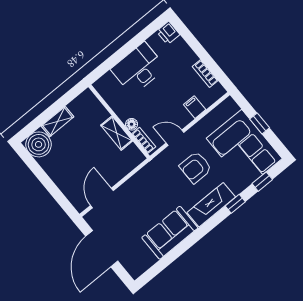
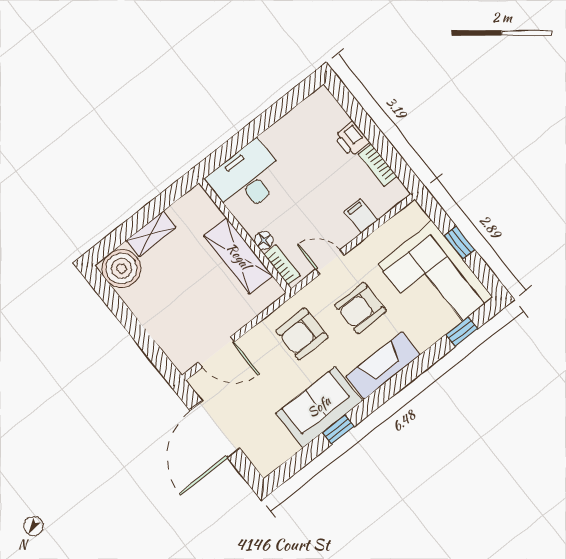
printer: (168, 33) -> (352, 139), moved
desk: (138, 69) -> (247, 179), moved
shelving: (117, 133) -> (238, 256), width x1.50, depth x1.33
armchair: (158, 185) -> (302, 334), added
door: (102, 198) -> (217, 352), swing flipped
window: (235, 204) -> (338, 430), moved

